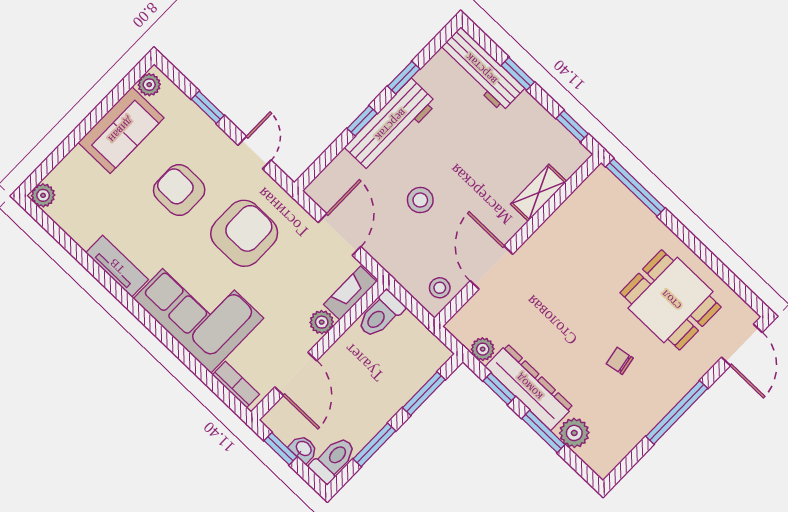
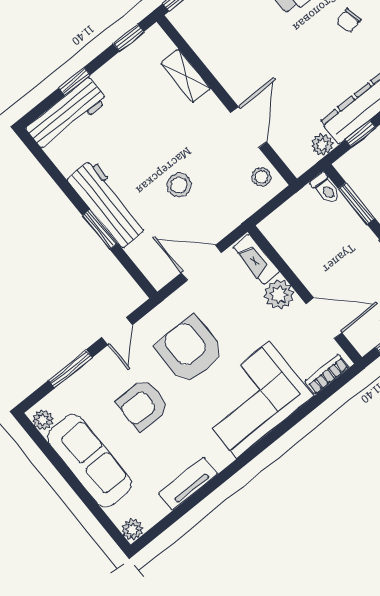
window: (404, 78) -> (65, 186), removed
window: (208, 107) -> (70, 369), width x1.50
window: (362, 121) -> (100, 229), width x1.50
sofa: (121, 130) -> (90, 461), width x1.36
door: (255, 153) -> (117, 331), swing flipped
tv unit: (117, 266) -> (188, 484), moved
door: (492, 267) -> (249, 127), swing flipped
toilet: (381, 315) -> (326, 189), moved, width x0.73, depth x0.72
plant: (322, 322) -> (279, 295), width x1.38, depth x1.38

